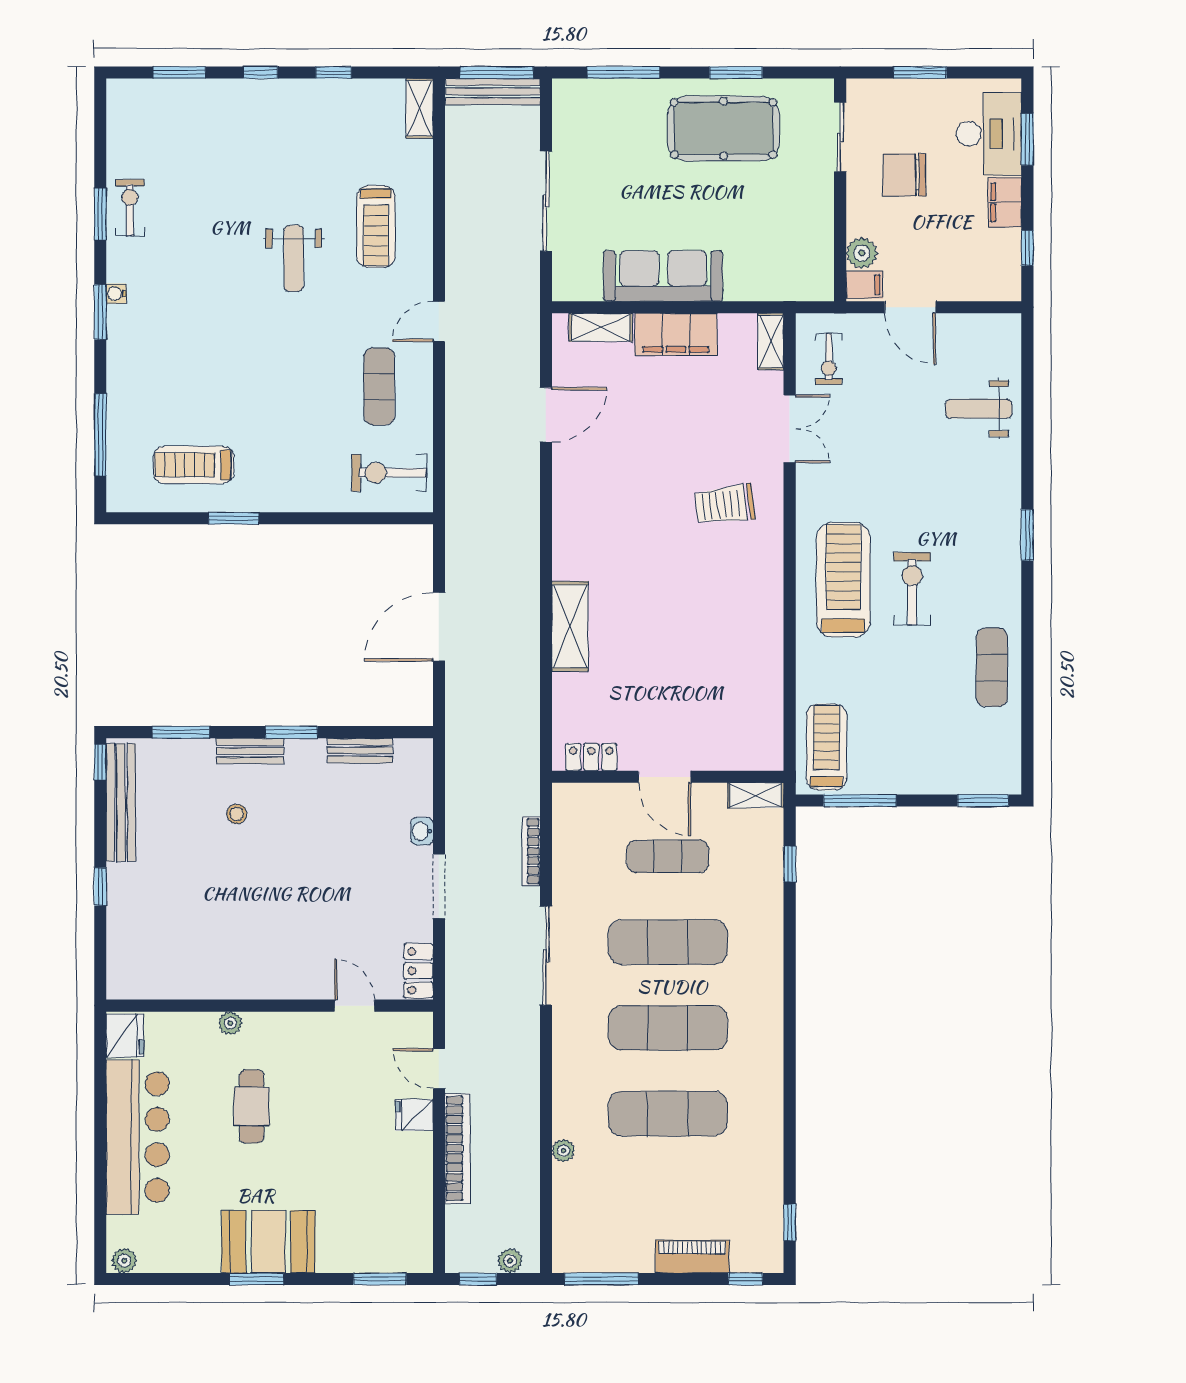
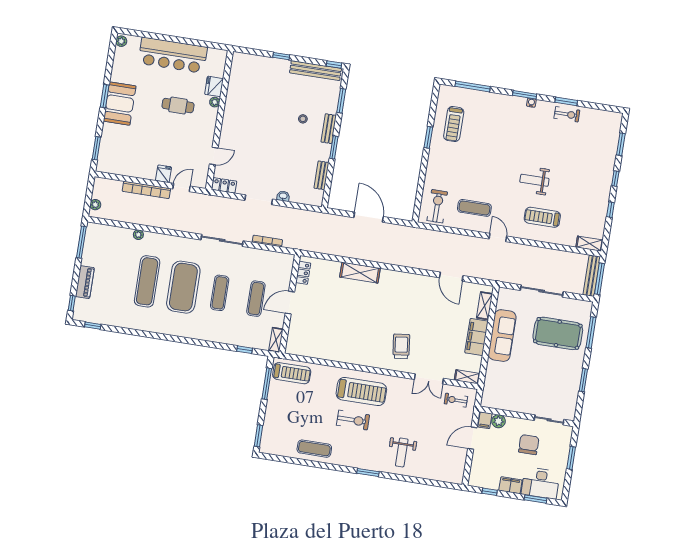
pool table: (724, 129) -> (558, 333), moved, turned 90
weight bench: (979, 409) -> (402, 452), moved, turned 180
treadmill: (194, 465) -> (454, 124), turned 180
exercise mat: (668, 942) -> (220, 293), width x0.73, depth x0.69
exercise mat: (668, 1028) -> (183, 287), width x1.47
fridge: (125, 1036) -> (214, 86), moved, turned 90
window: (478, 1279) -> (90, 190), removed

